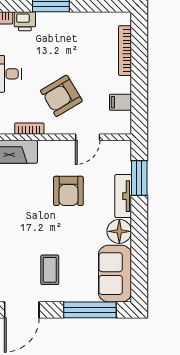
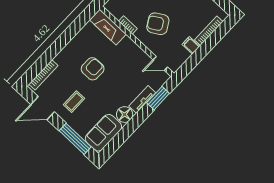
filing cabinet: (120, 102) -> (191, 45), moved
door: (88, 137) -> (160, 63), moved
armchair: (68, 191) -> (93, 69), moved, turned 180

